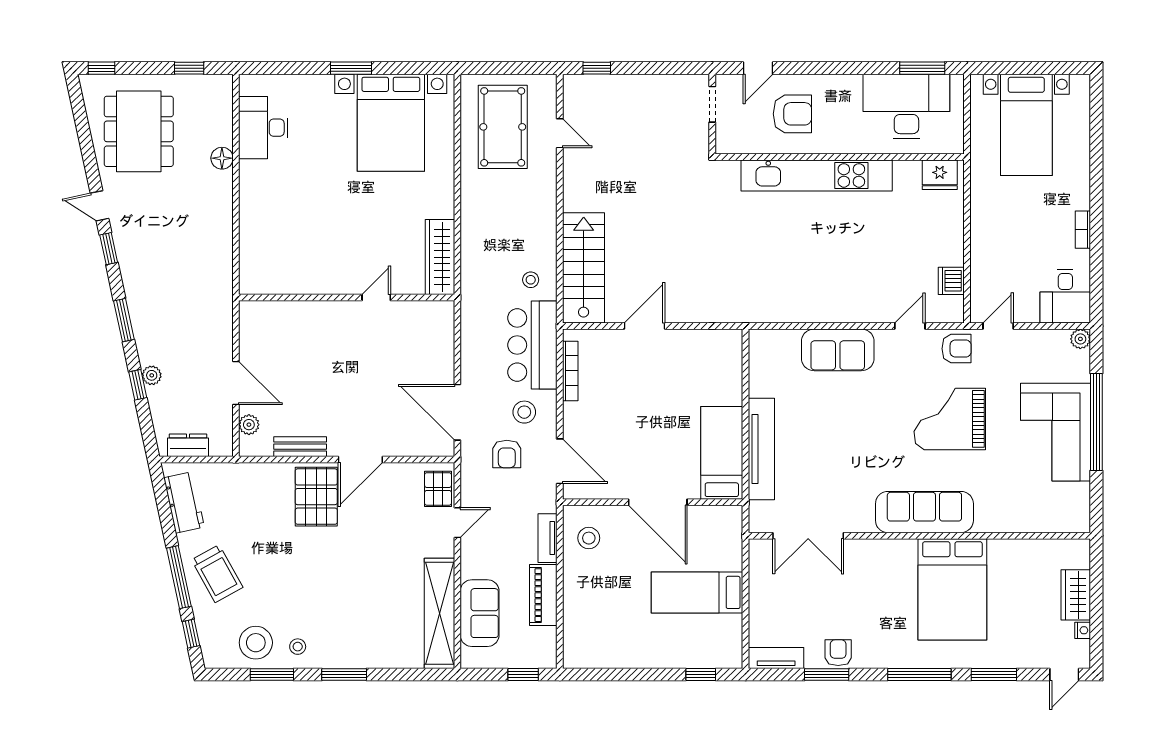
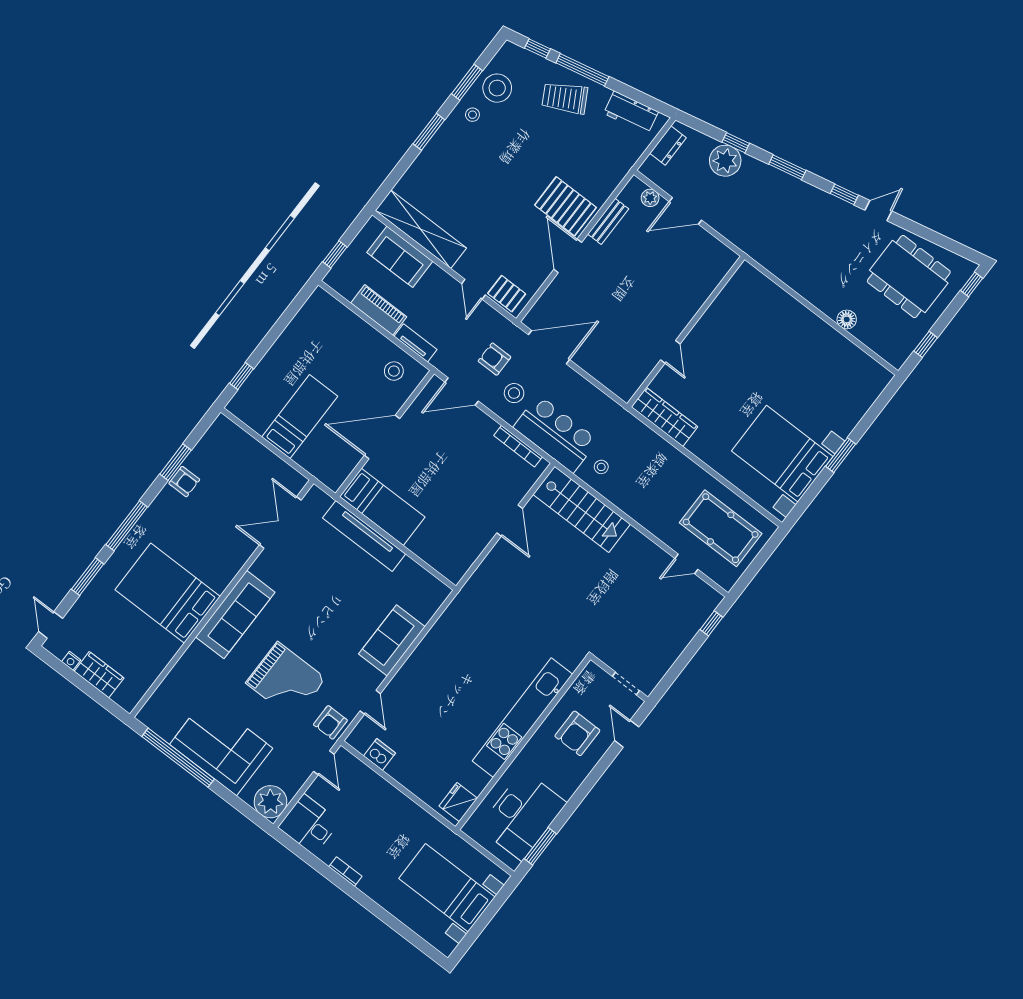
desk: (263, 128) -> (846, 364), removed
plant: (1080, 339) -> (270, 802), width x1.88, depth x1.88
plant: (152, 375) -> (725, 161), width x1.87, depth x1.87
grand piano: (950, 419) -> (286, 681), turned 90
window: (1096, 422) -> (178, 758), moved
tv unit: (776, 658) -> (213, 436), removed

